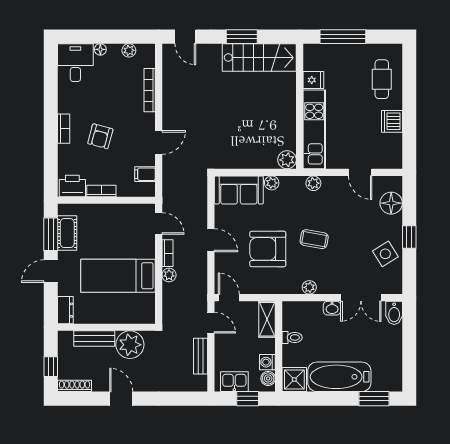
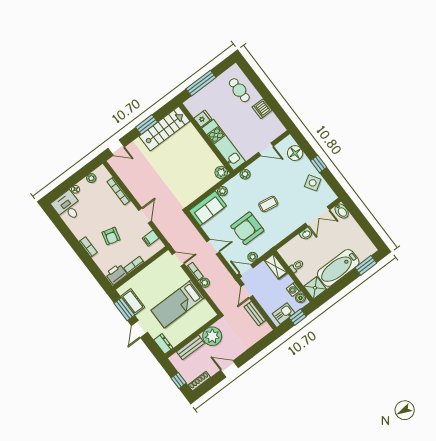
plant: (309, 287) -> (253, 257), moved
door: (211, 323) -> (247, 291), swing flipped

